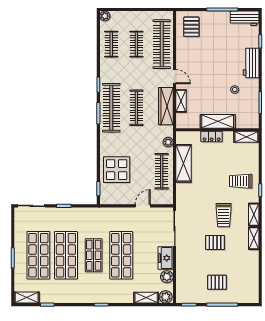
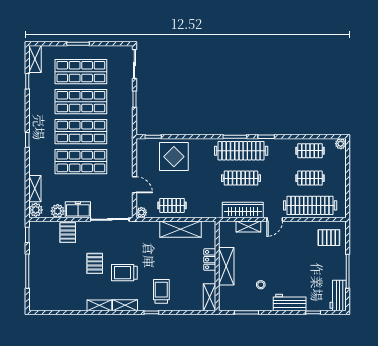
plant: (168, 142) -> (141, 212), moved
clothes rail: (162, 171) -> (172, 205), width x0.73
shop shelf: (94, 255) -> (81, 132), width x1.43, depth x1.36
pallet: (217, 282) -> (68, 233), moved

